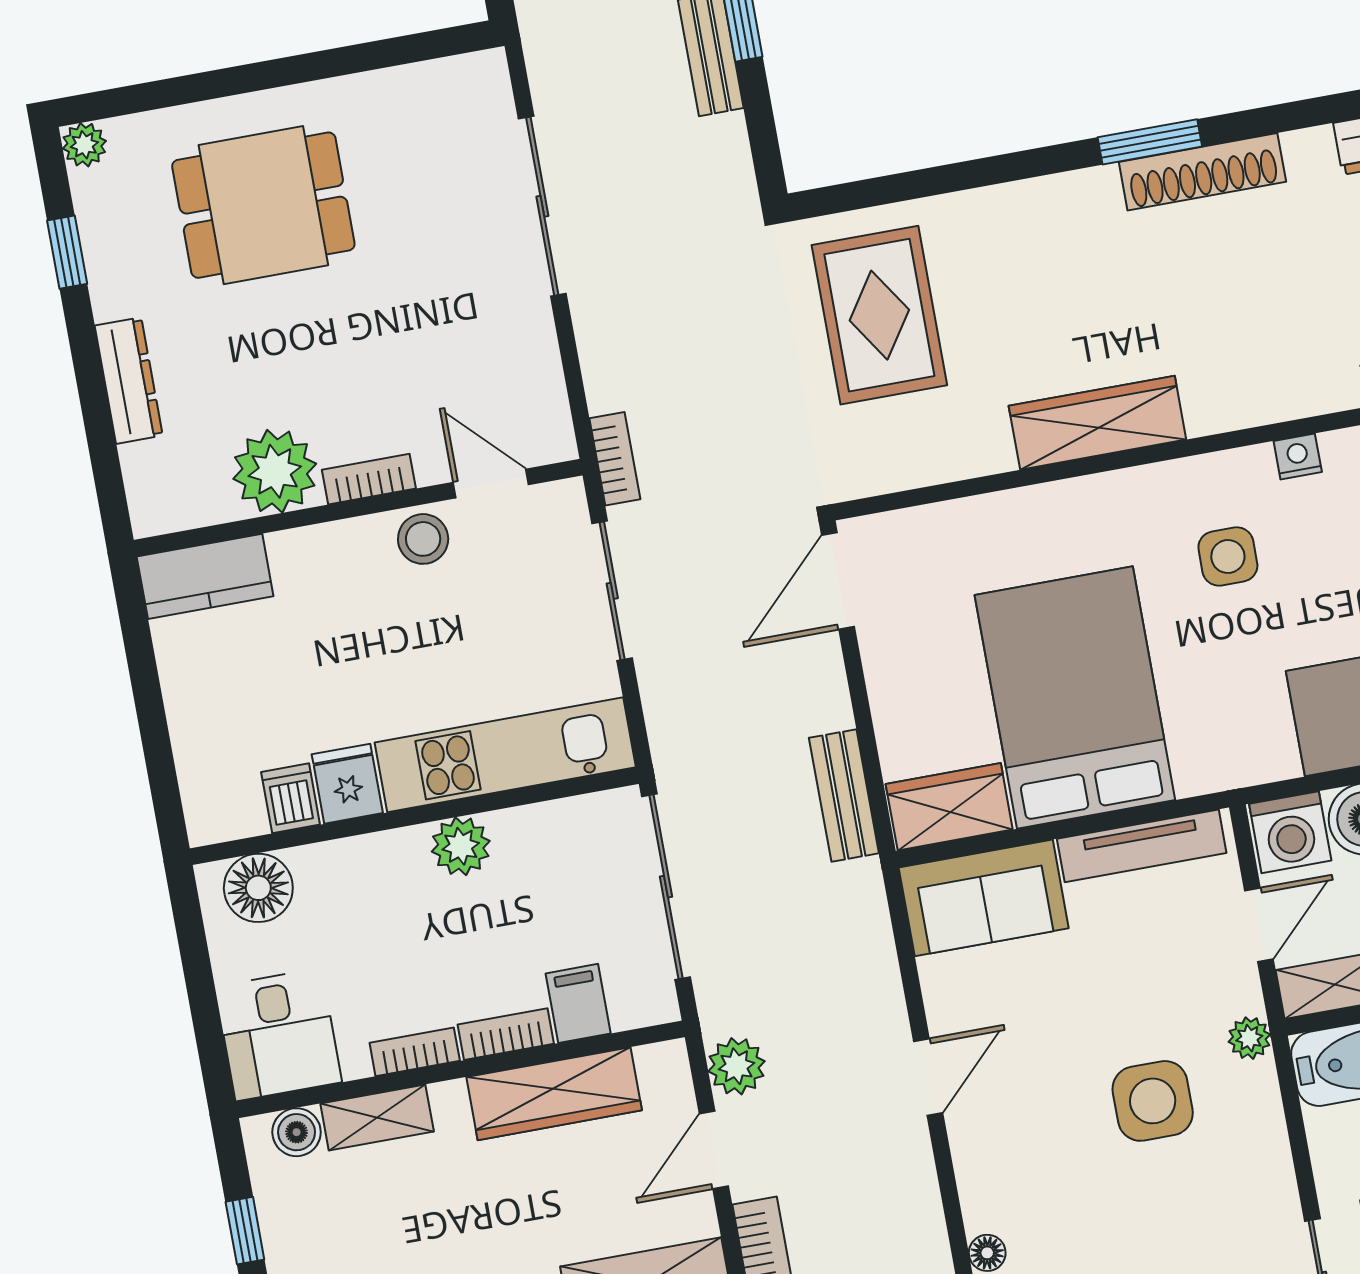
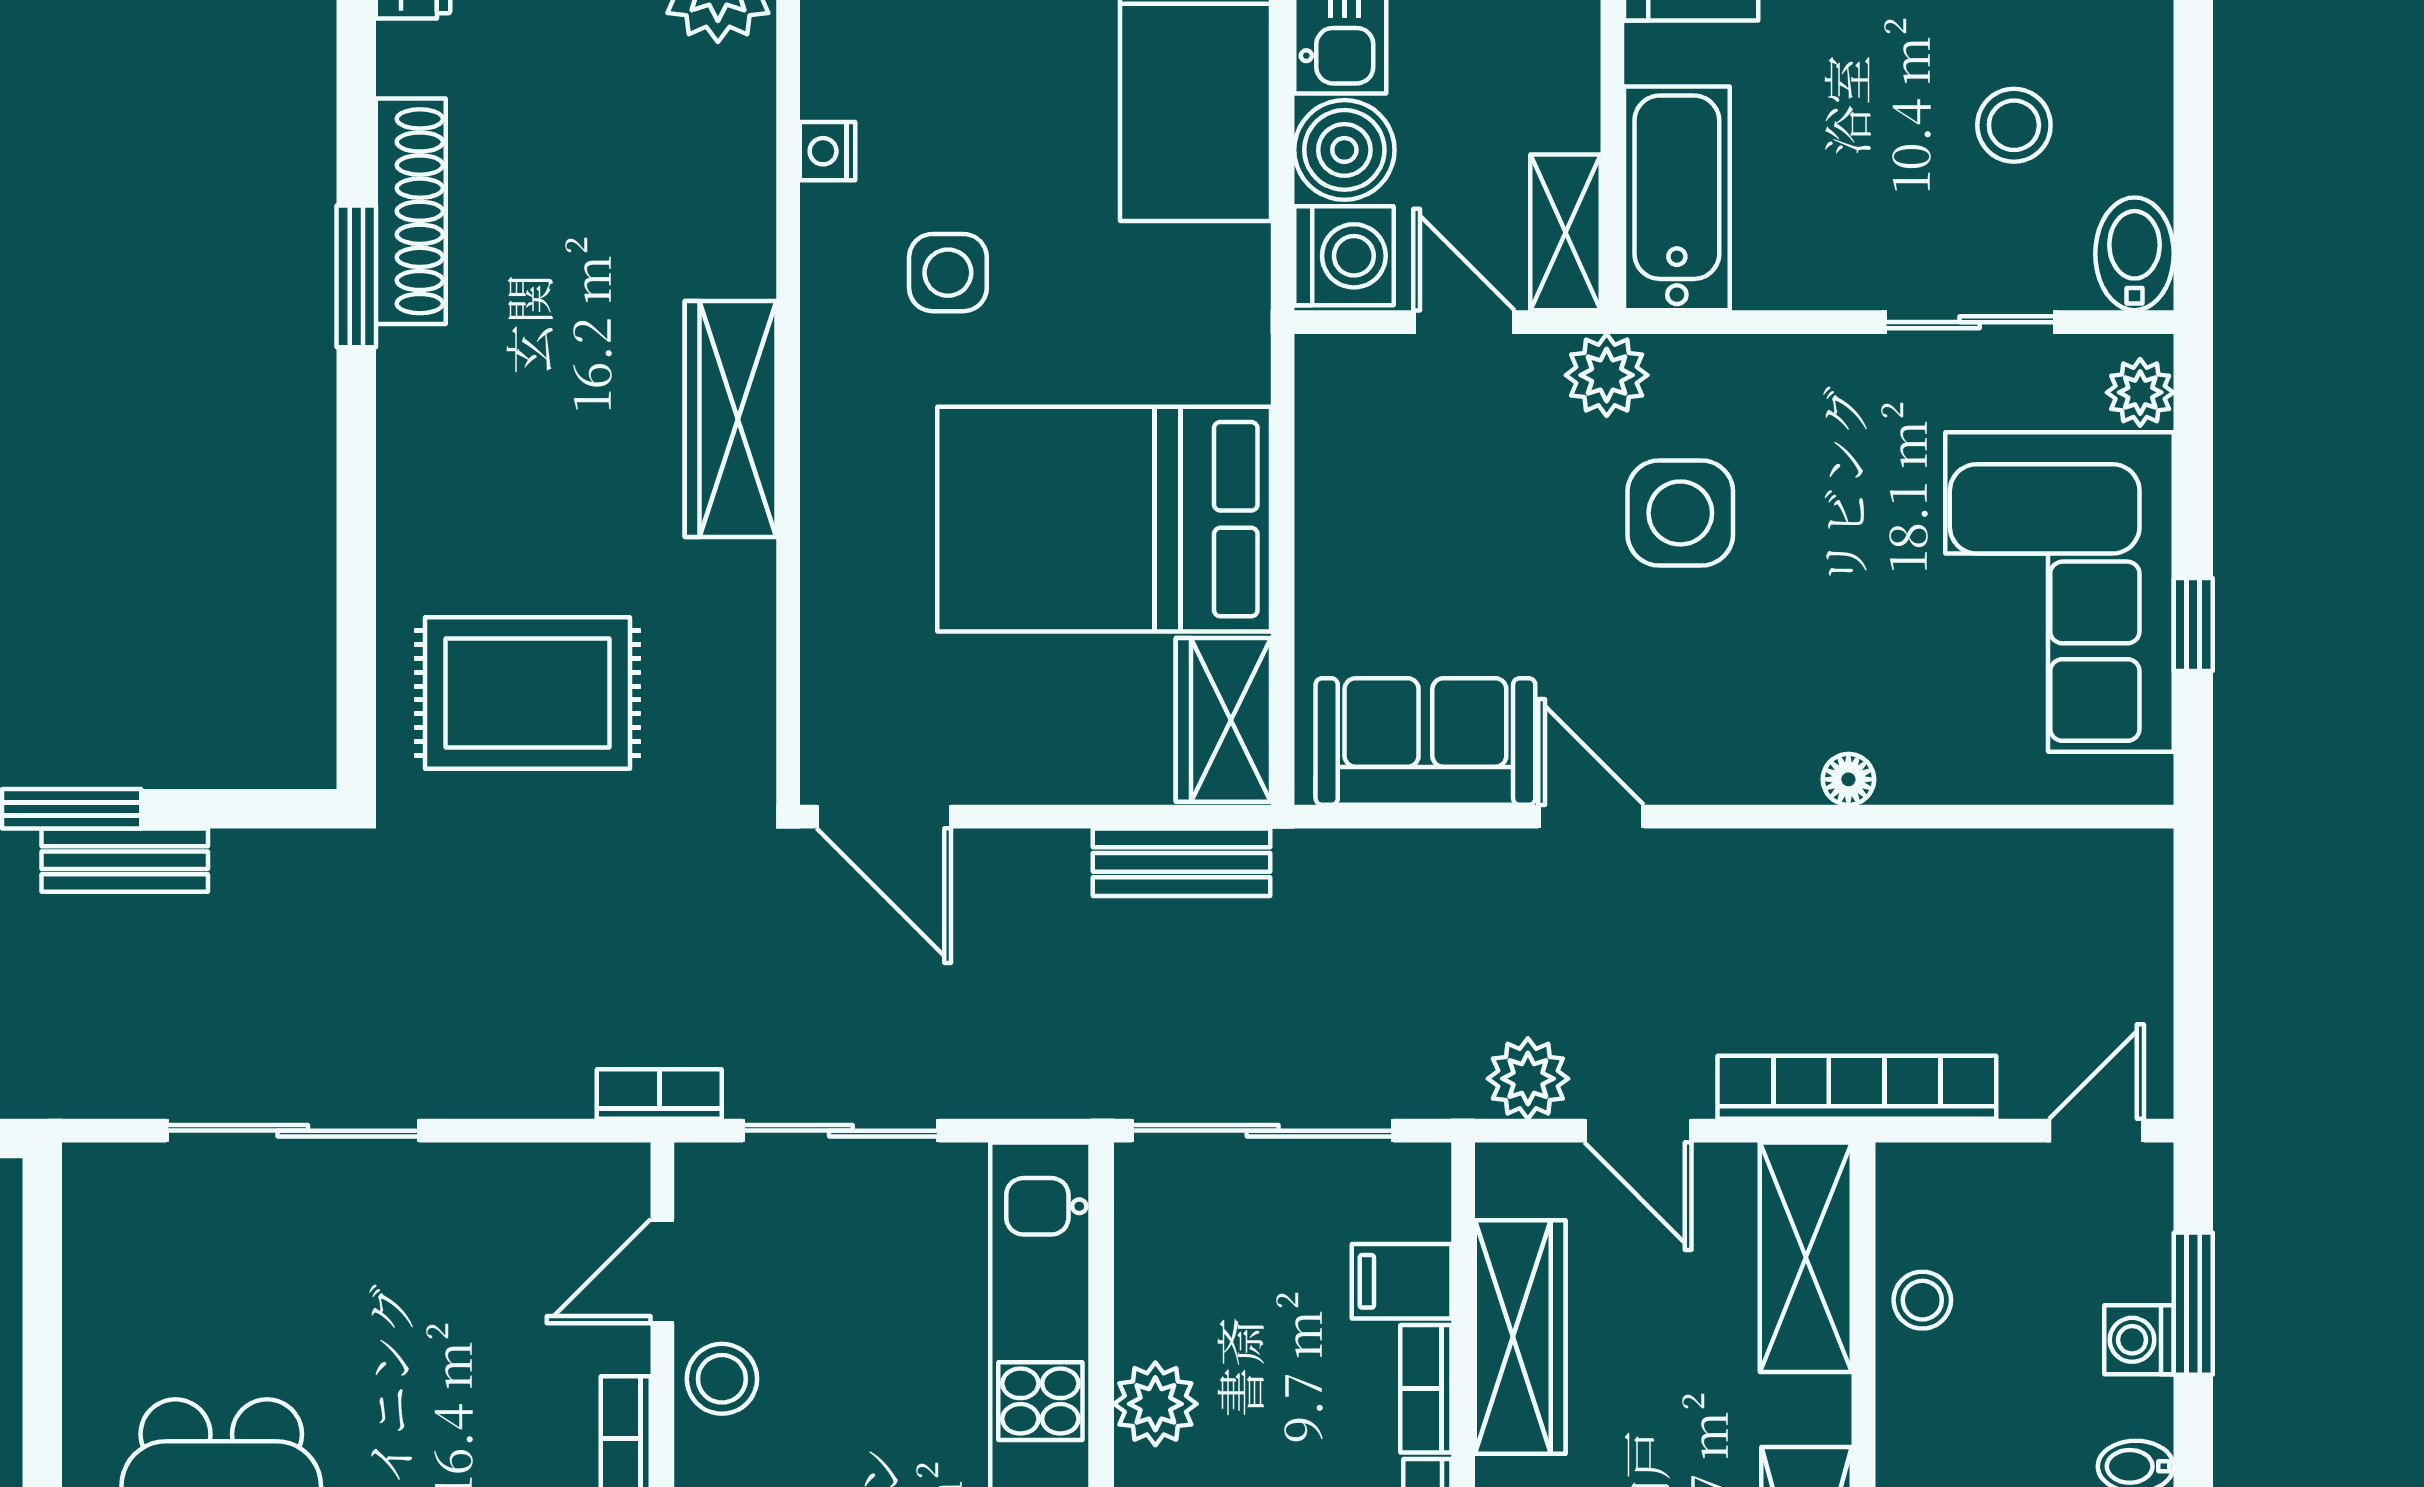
tv unit: (1142, 846) -> (1326, 464), removed
sofa: (984, 898) -> (1425, 741), moved, turned -90
plant: (1249, 1038) -> (1607, 375), width x1.38, depth x1.38

